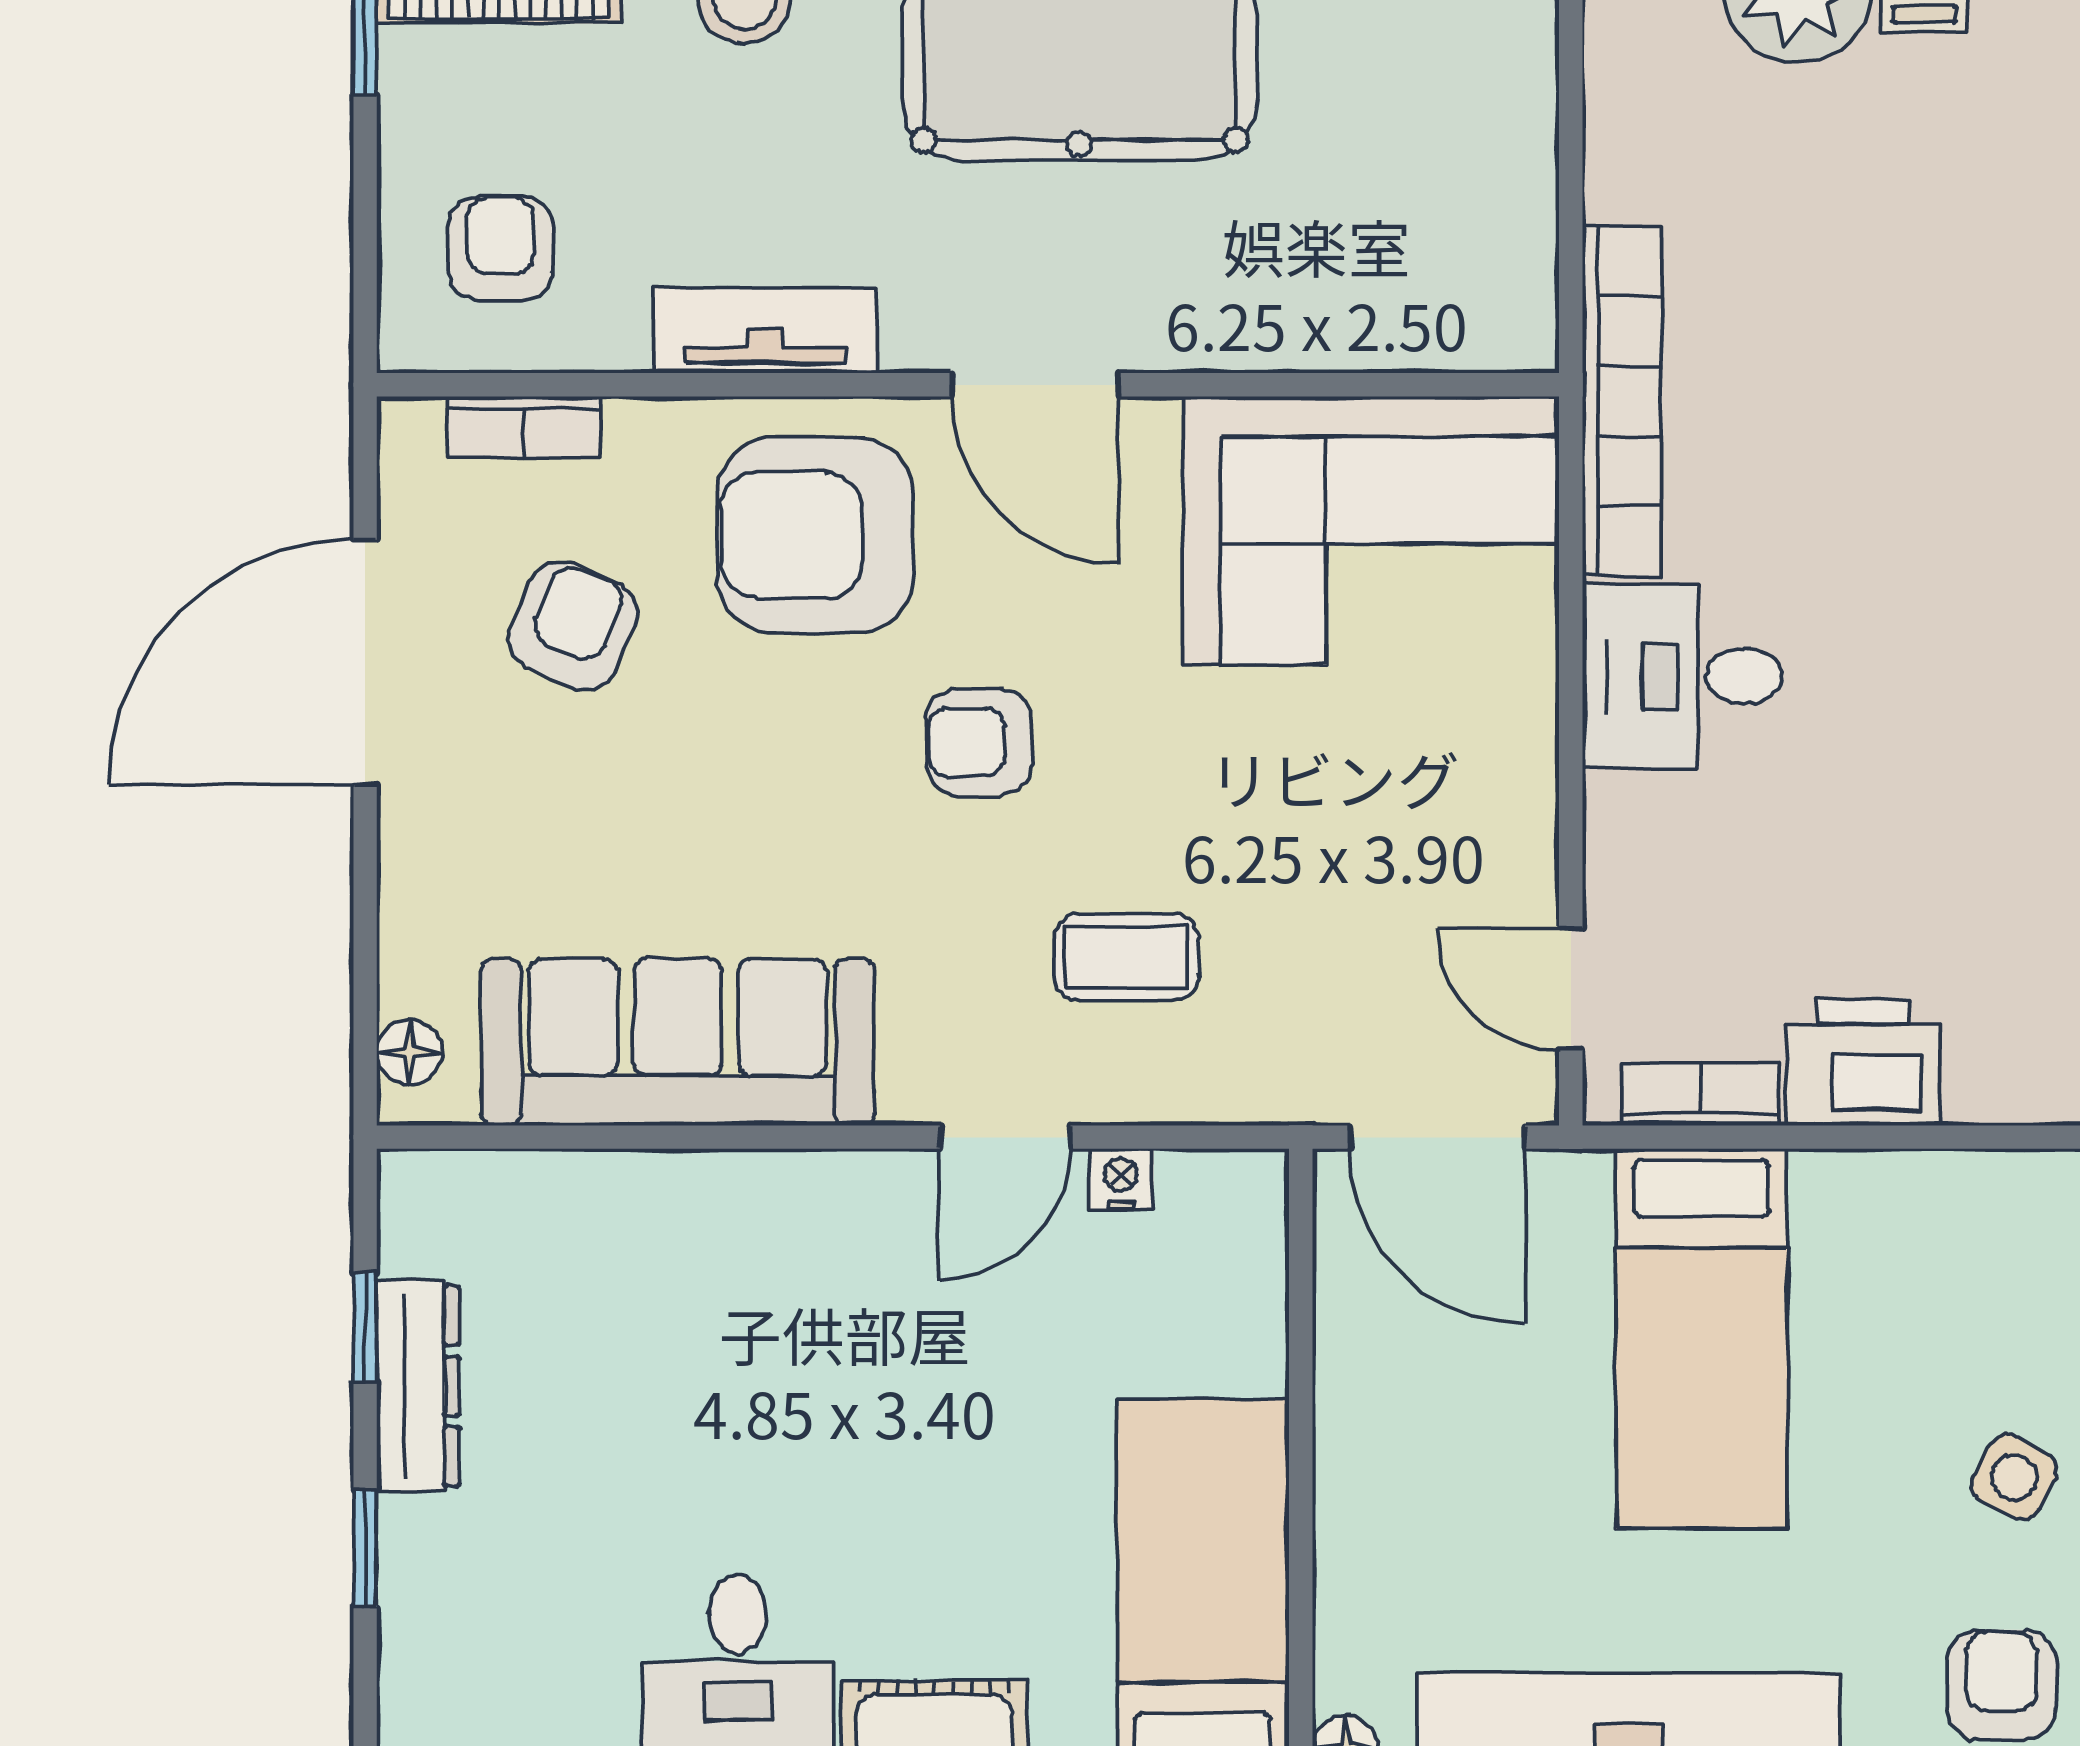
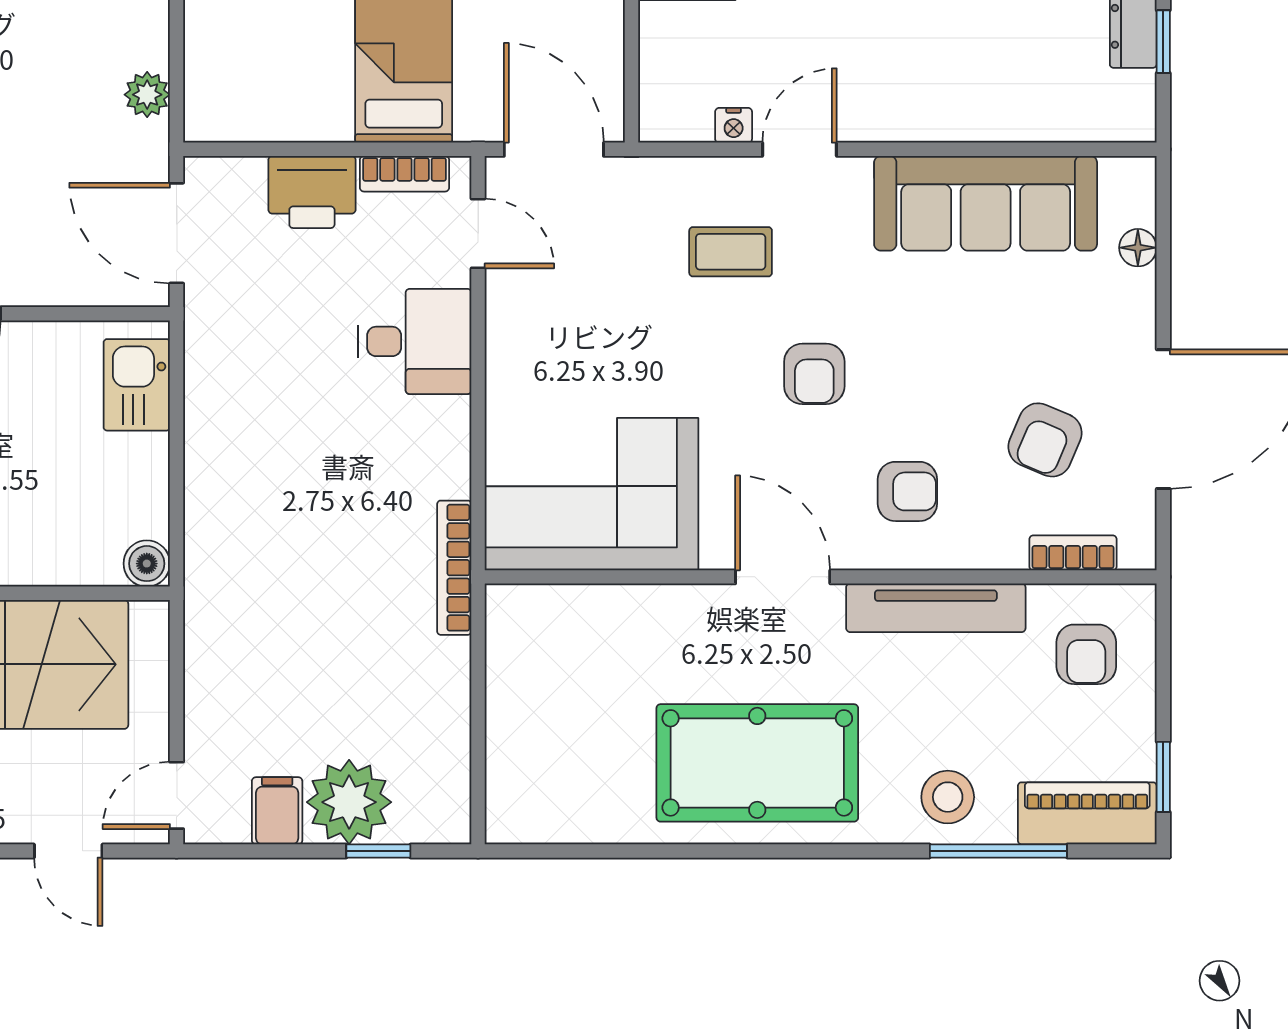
tv unit: (765, 330) -> (936, 608), width x1.41
bookcase: (1622, 401) -> (454, 568), width x0.68, depth x0.76
armchair: (815, 535) -> (907, 491), width x0.53, depth x0.53
desk: (1682, 676) -> (415, 341), moved
armchair: (979, 742) -> (814, 374), turned 90
floor lamp: (410, 1052) -> (1138, 248), moved

